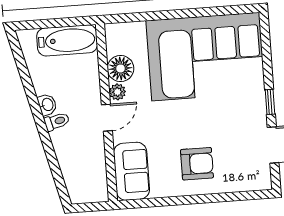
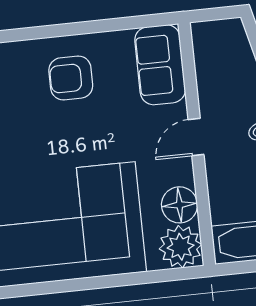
plant: (117, 92) -> (181, 247), moved, width x1.87, depth x1.87

